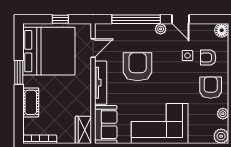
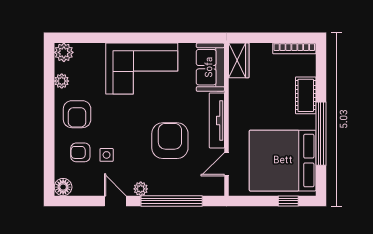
window: (60, 19) -> (288, 201), moved
armchair: (208, 58) -> (80, 152), turned 180
armchair: (138, 67) -> (170, 141), turned 180
window: (19, 72) -> (321, 134), width x2.11

